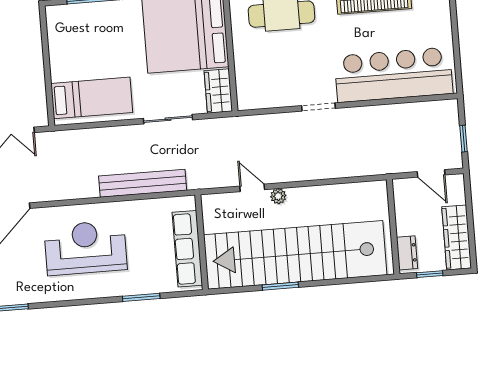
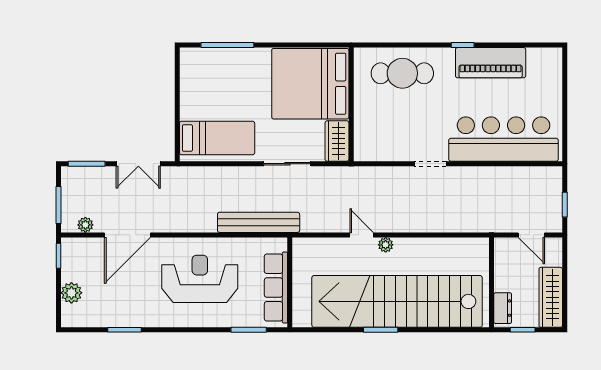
wall: (201, 242) -> (290, 282), moved
row of seats: (187, 249) -> (276, 288), moved

